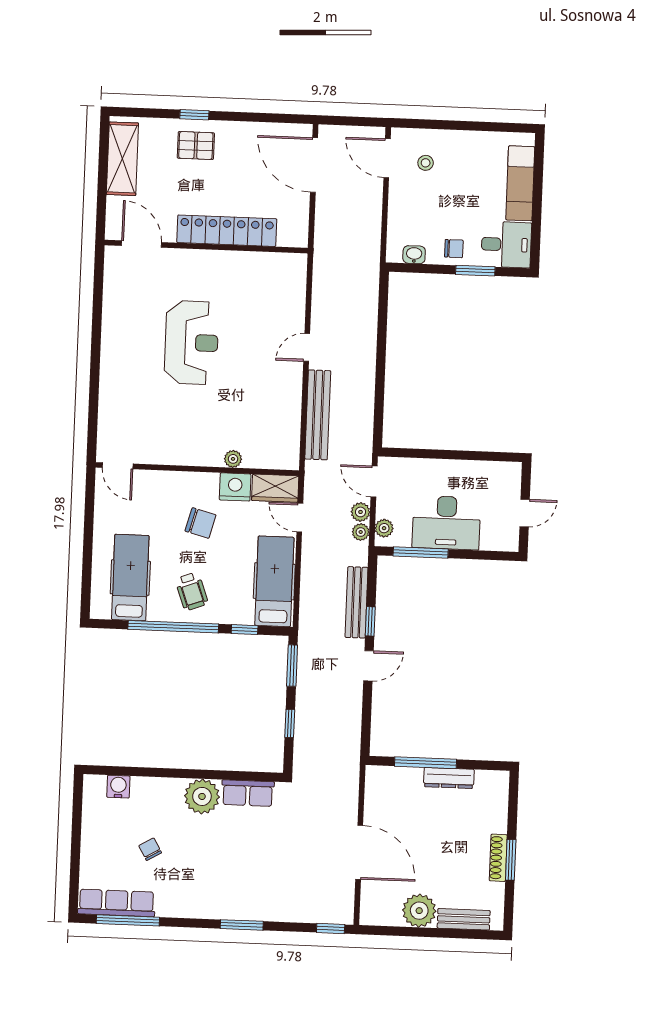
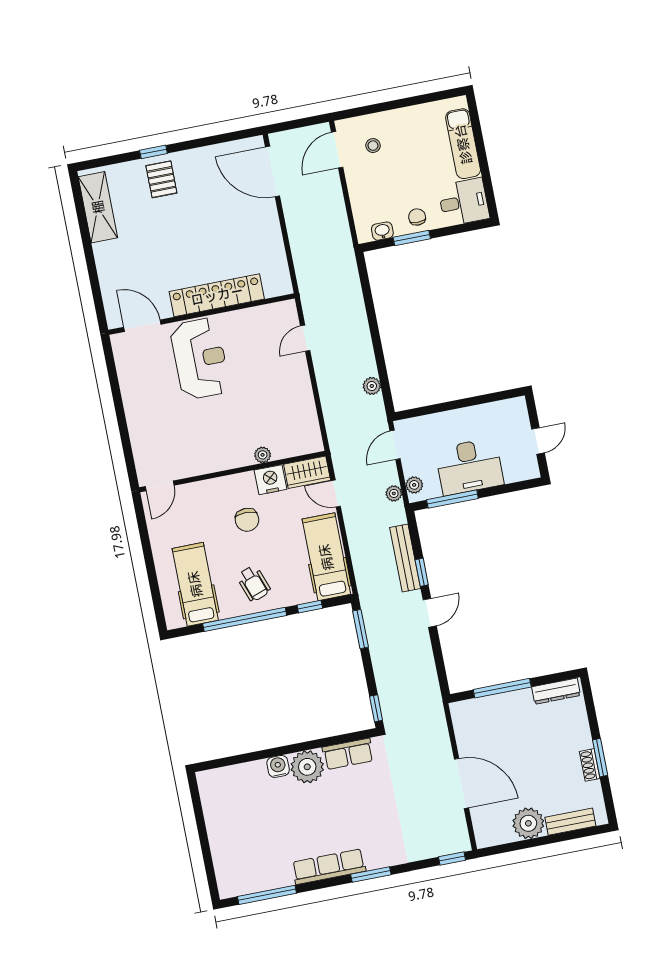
pallet: (196, 145) -> (161, 179), turned 90
door: (387, 158) -> (337, 150), hinge flipped
locker: (227, 231) -> (217, 295), moved
door: (141, 244) -> (142, 326), moved
wall: (206, 247) -> (202, 314), moved
chair: (454, 249) -> (417, 217), turned -90
window: (475, 271) -> (412, 238), moved
bench: (318, 415) -> (330, 397), removed
door: (118, 466) -> (160, 486), hinge flipped
door: (374, 481) -> (395, 445), hinge flipped
plant: (360, 512) -> (372, 386), moved
chair: (201, 523) -> (247, 520), turned 75
window: (290, 723) -> (376, 708), moved
dresser: (449, 778) -> (556, 691), moved
water cooler: (118, 787) -> (278, 766), moved
chair: (150, 849) -> (272, 826), removed
shoe rack: (498, 858) -> (590, 765), width x0.70
row of seats: (116, 903) -> (329, 867), moved

